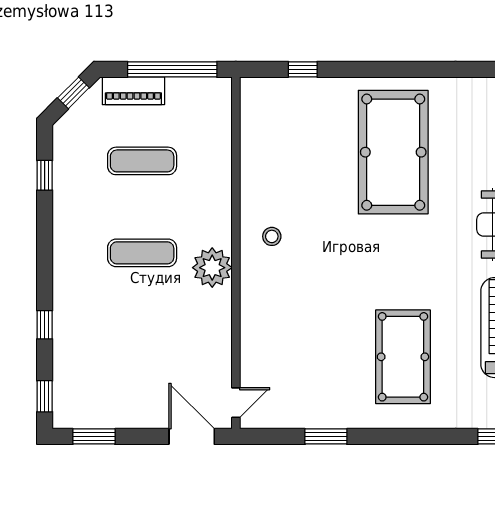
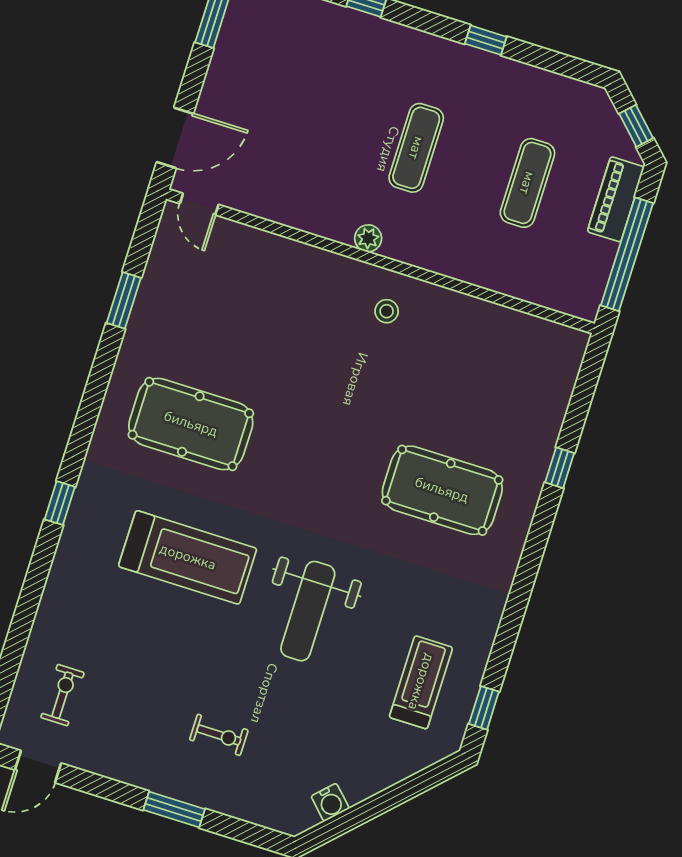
window: (303, 69) -> (560, 468), moved
pool table: (393, 152) -> (442, 490), width x0.73, depth x0.76
window: (45, 175) -> (486, 40), moved
plant: (212, 268) -> (368, 238), width x0.53, depth x0.53

